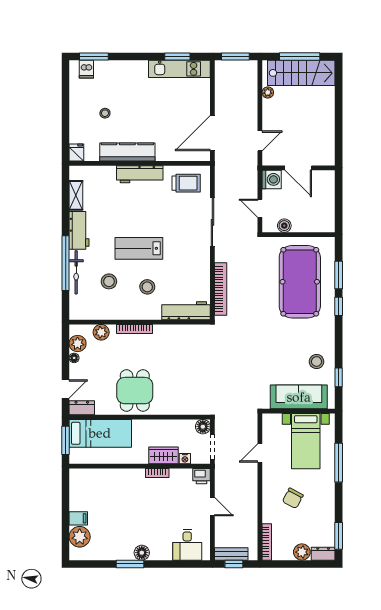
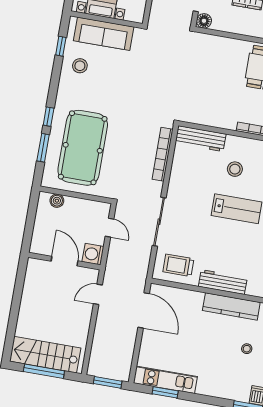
plant: (268, 92) -> (82, 341), removed
door: (212, 133) -> (144, 310), hinge flipped
boiler: (284, 226) -> (57, 201), moved

